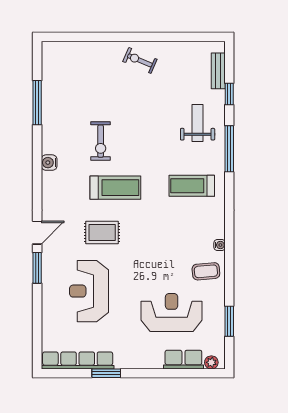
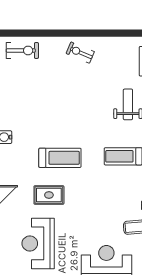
exercise bike: (101, 141) -> (22, 50), moved, turned -90

